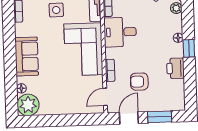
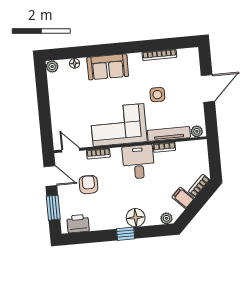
floor lamp: (178, 38) -> (136, 218), width x1.89, depth x1.89
printer: (175, 68) -> (78, 224), moved
plant: (28, 105) -> (52, 66), width x0.53, depth x0.53

